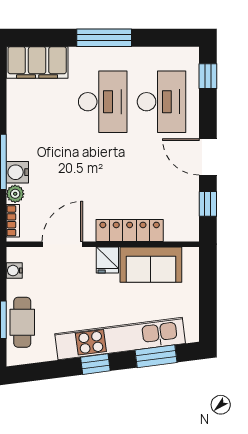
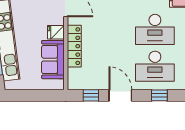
window: (208, 76) -> (159, 95), moved
door: (208, 157) -> (120, 95), hinge flipped

